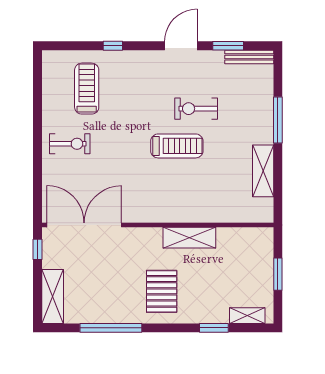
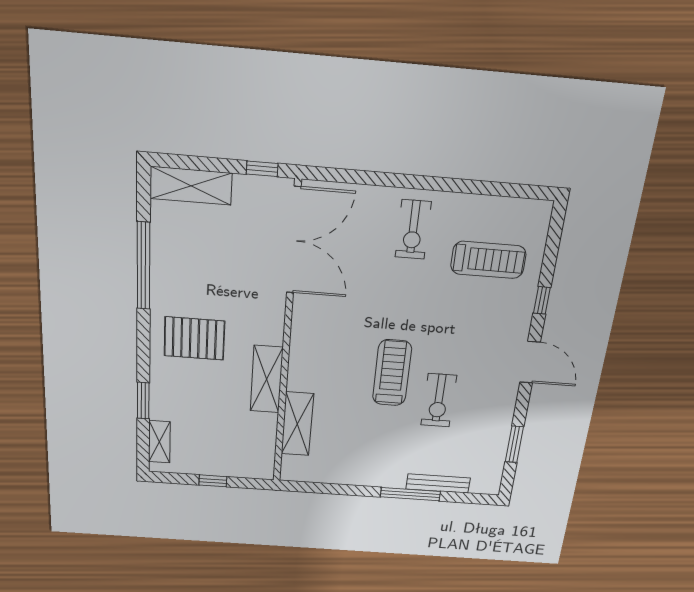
door: (181, 46) -> (530, 362), moved
bench: (249, 57) -> (438, 483), moved, turned 90
exercise bike: (196, 109) -> (439, 400), turned 180
treadmill: (177, 146) -> (392, 373), turned 180
shelving: (263, 171) -> (297, 424), moved, turned 90
window: (278, 274) -> (213, 481), width x0.67

